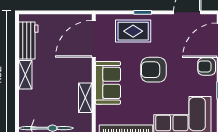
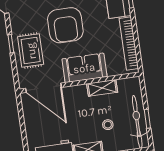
armchair: (154, 70) -> (65, 25), width x1.36, depth x1.36
stool: (47, 98) -> (108, 125), added

